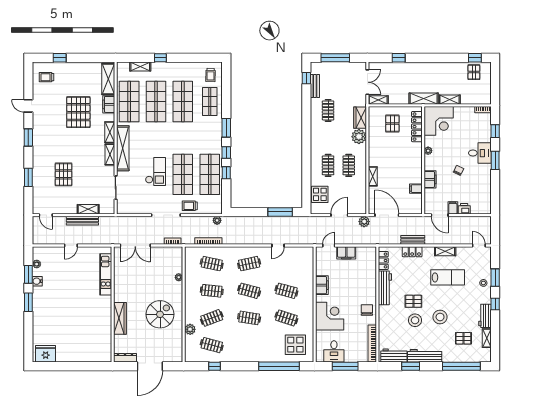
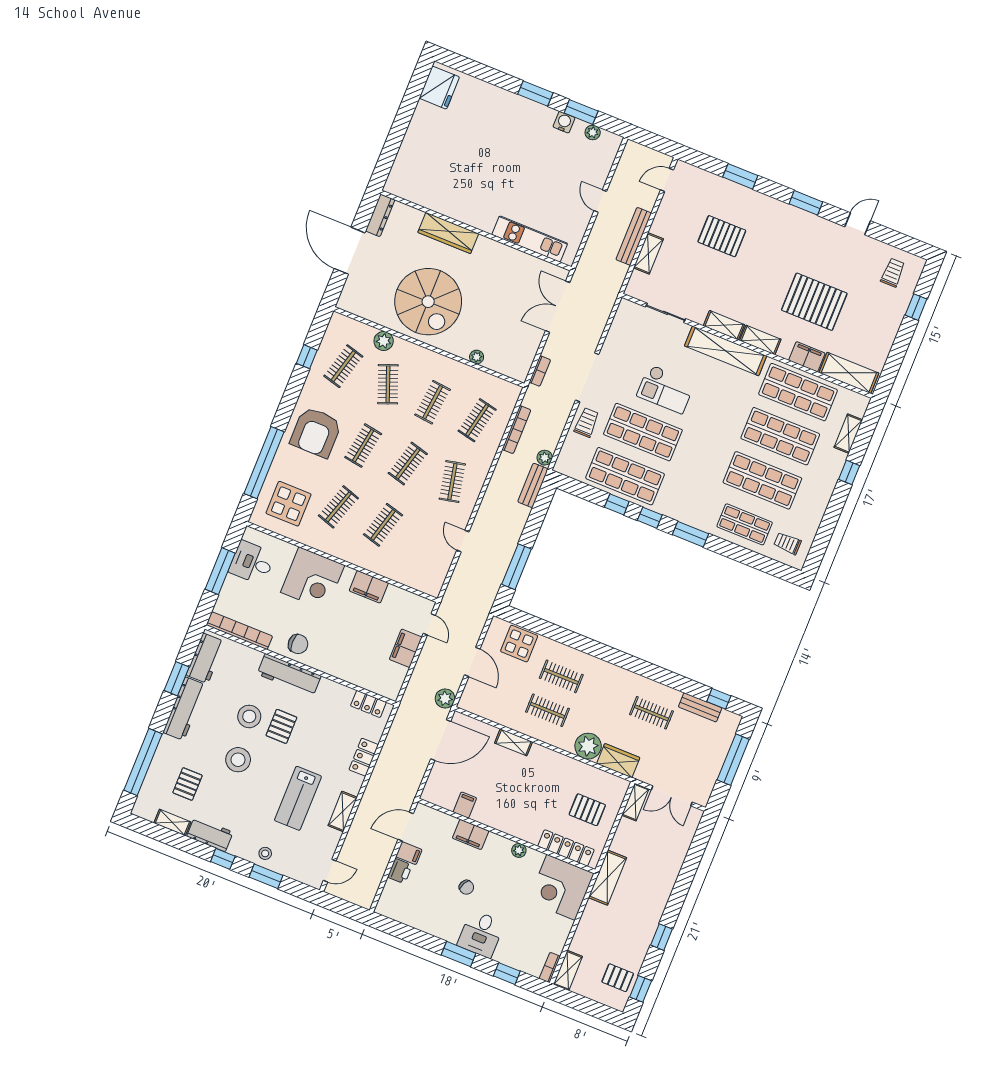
window: (399, 58) -> (661, 937), moved
shelving: (450, 100) -> (568, 970), moved
bench: (413, 240) -> (533, 485), moved
workbench: (385, 288) -> (289, 675), moved
spiral stairs: (160, 314) -> (428, 302), width x1.37, depth x1.37
armchair: (252, 346) -> (316, 432), added

